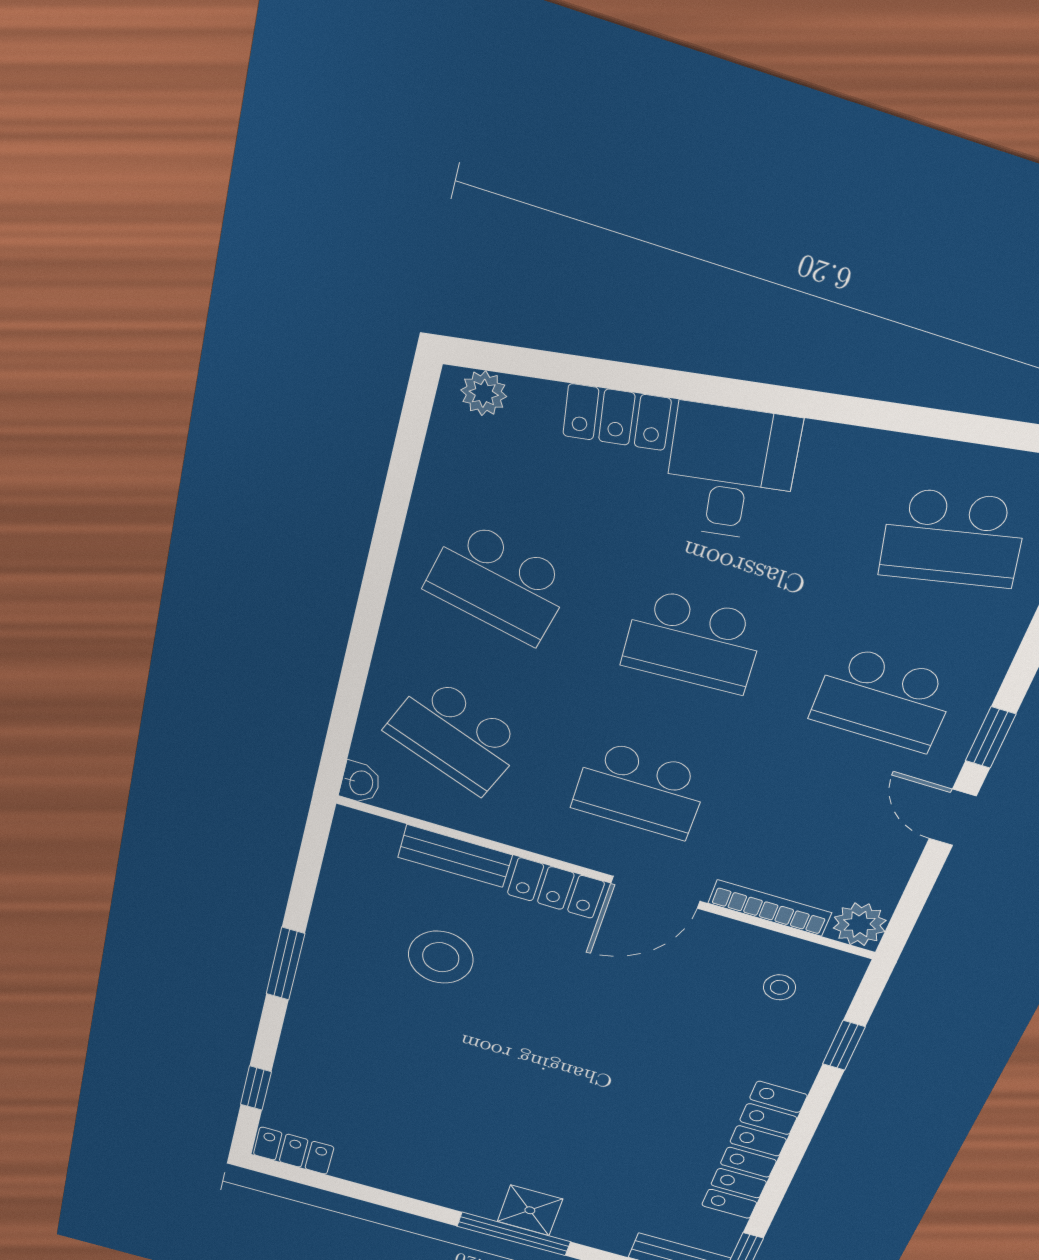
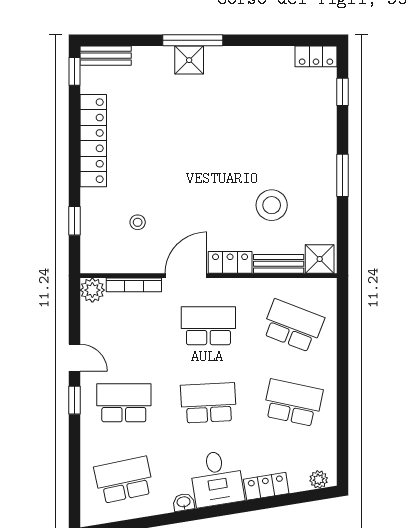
washbasin: (360, 783) -> (184, 502), moved, turned 81
shower: (366, 839) -> (320, 259), added
stool: (780, 987) -> (138, 222), moved

